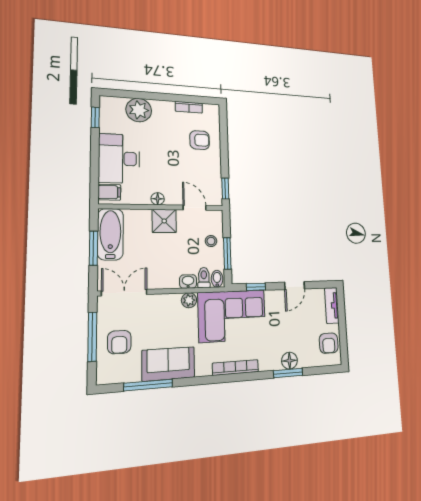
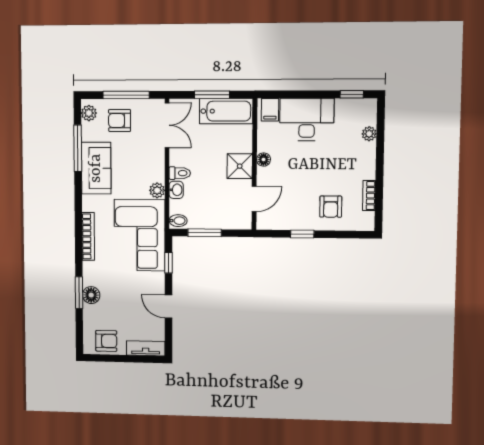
plant: (139, 110) -> (369, 134), width x0.53, depth x0.53
window: (225, 188) -> (302, 234), moved
stool: (211, 241) -> (218, 216), removed
toilet: (204, 278) -> (180, 173), moved
armchair: (329, 343) -> (106, 341), turned 180
plant: (111, 376) -> (89, 113), added

